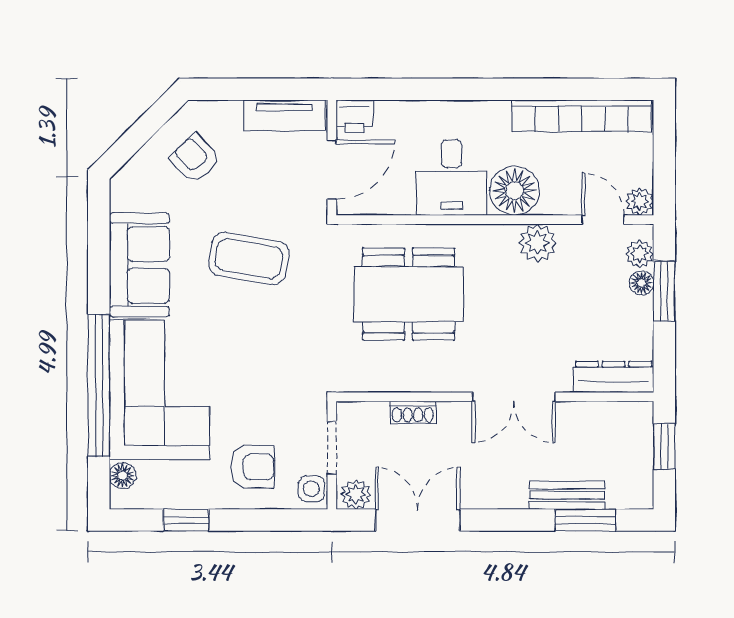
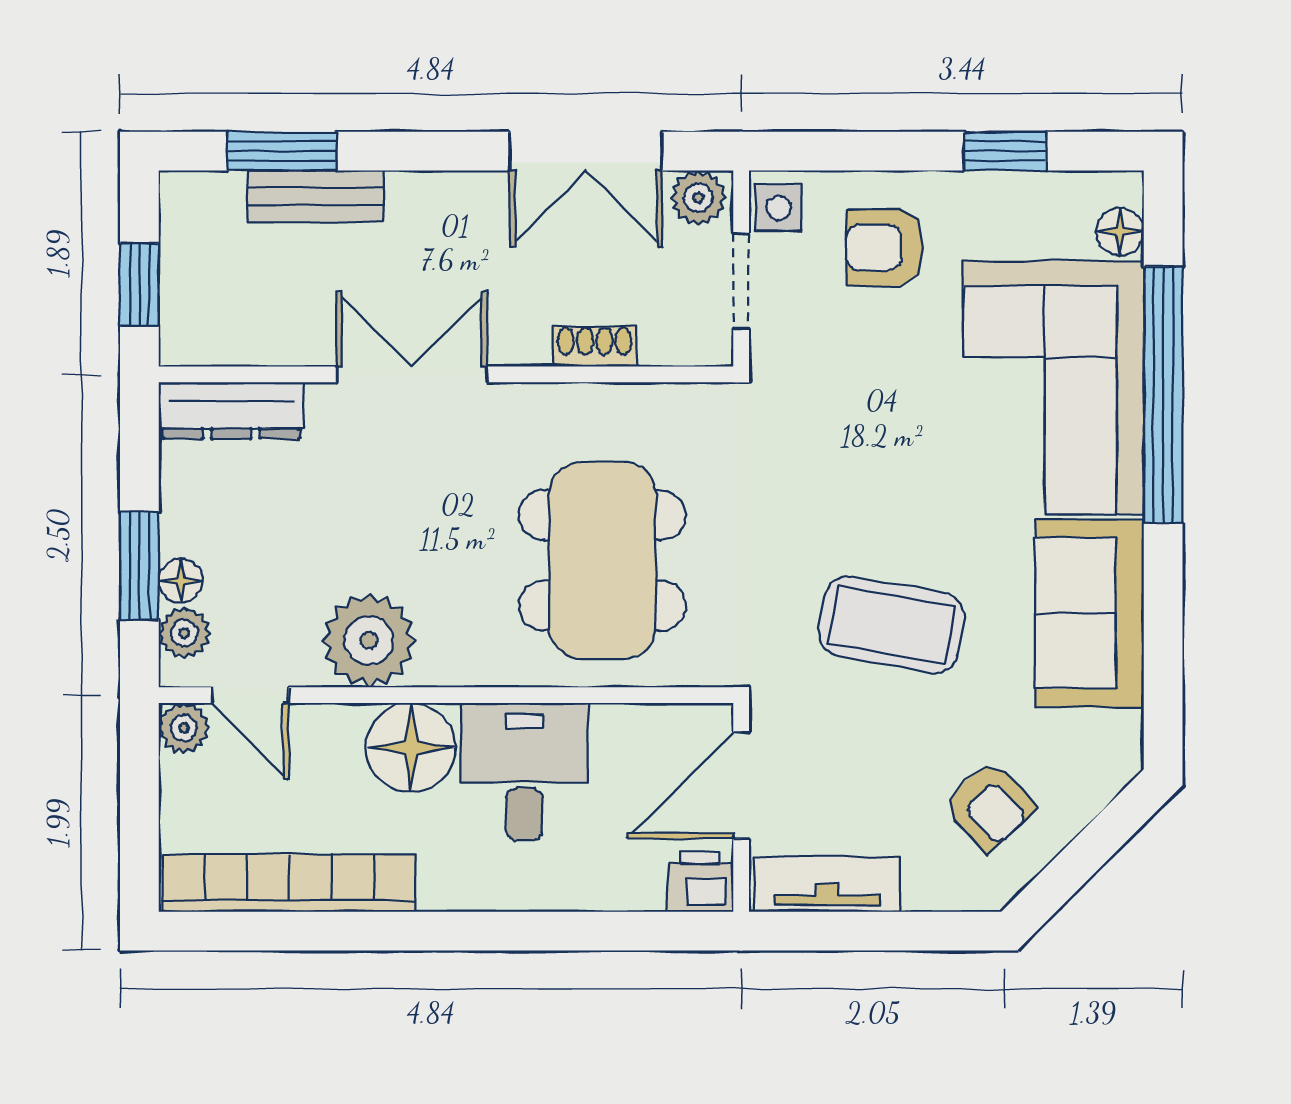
plant: (537, 243) -> (369, 641), width x1.36, depth x1.36
dining table: (409, 294) -> (602, 560), turned 90

